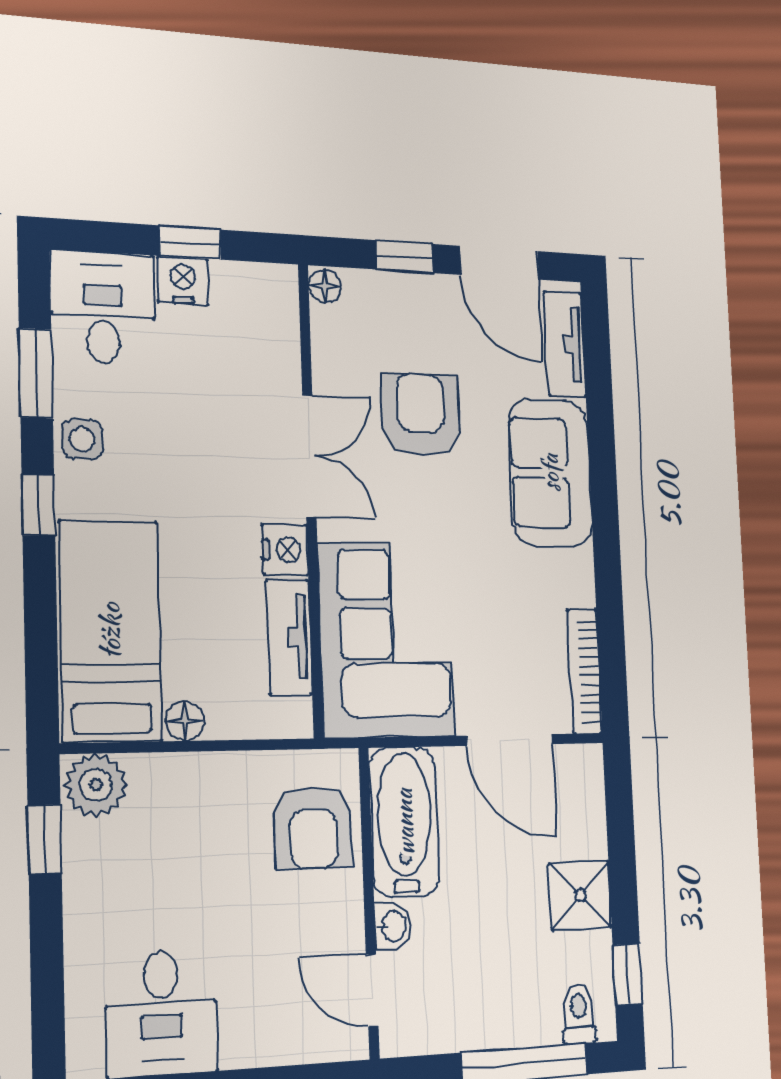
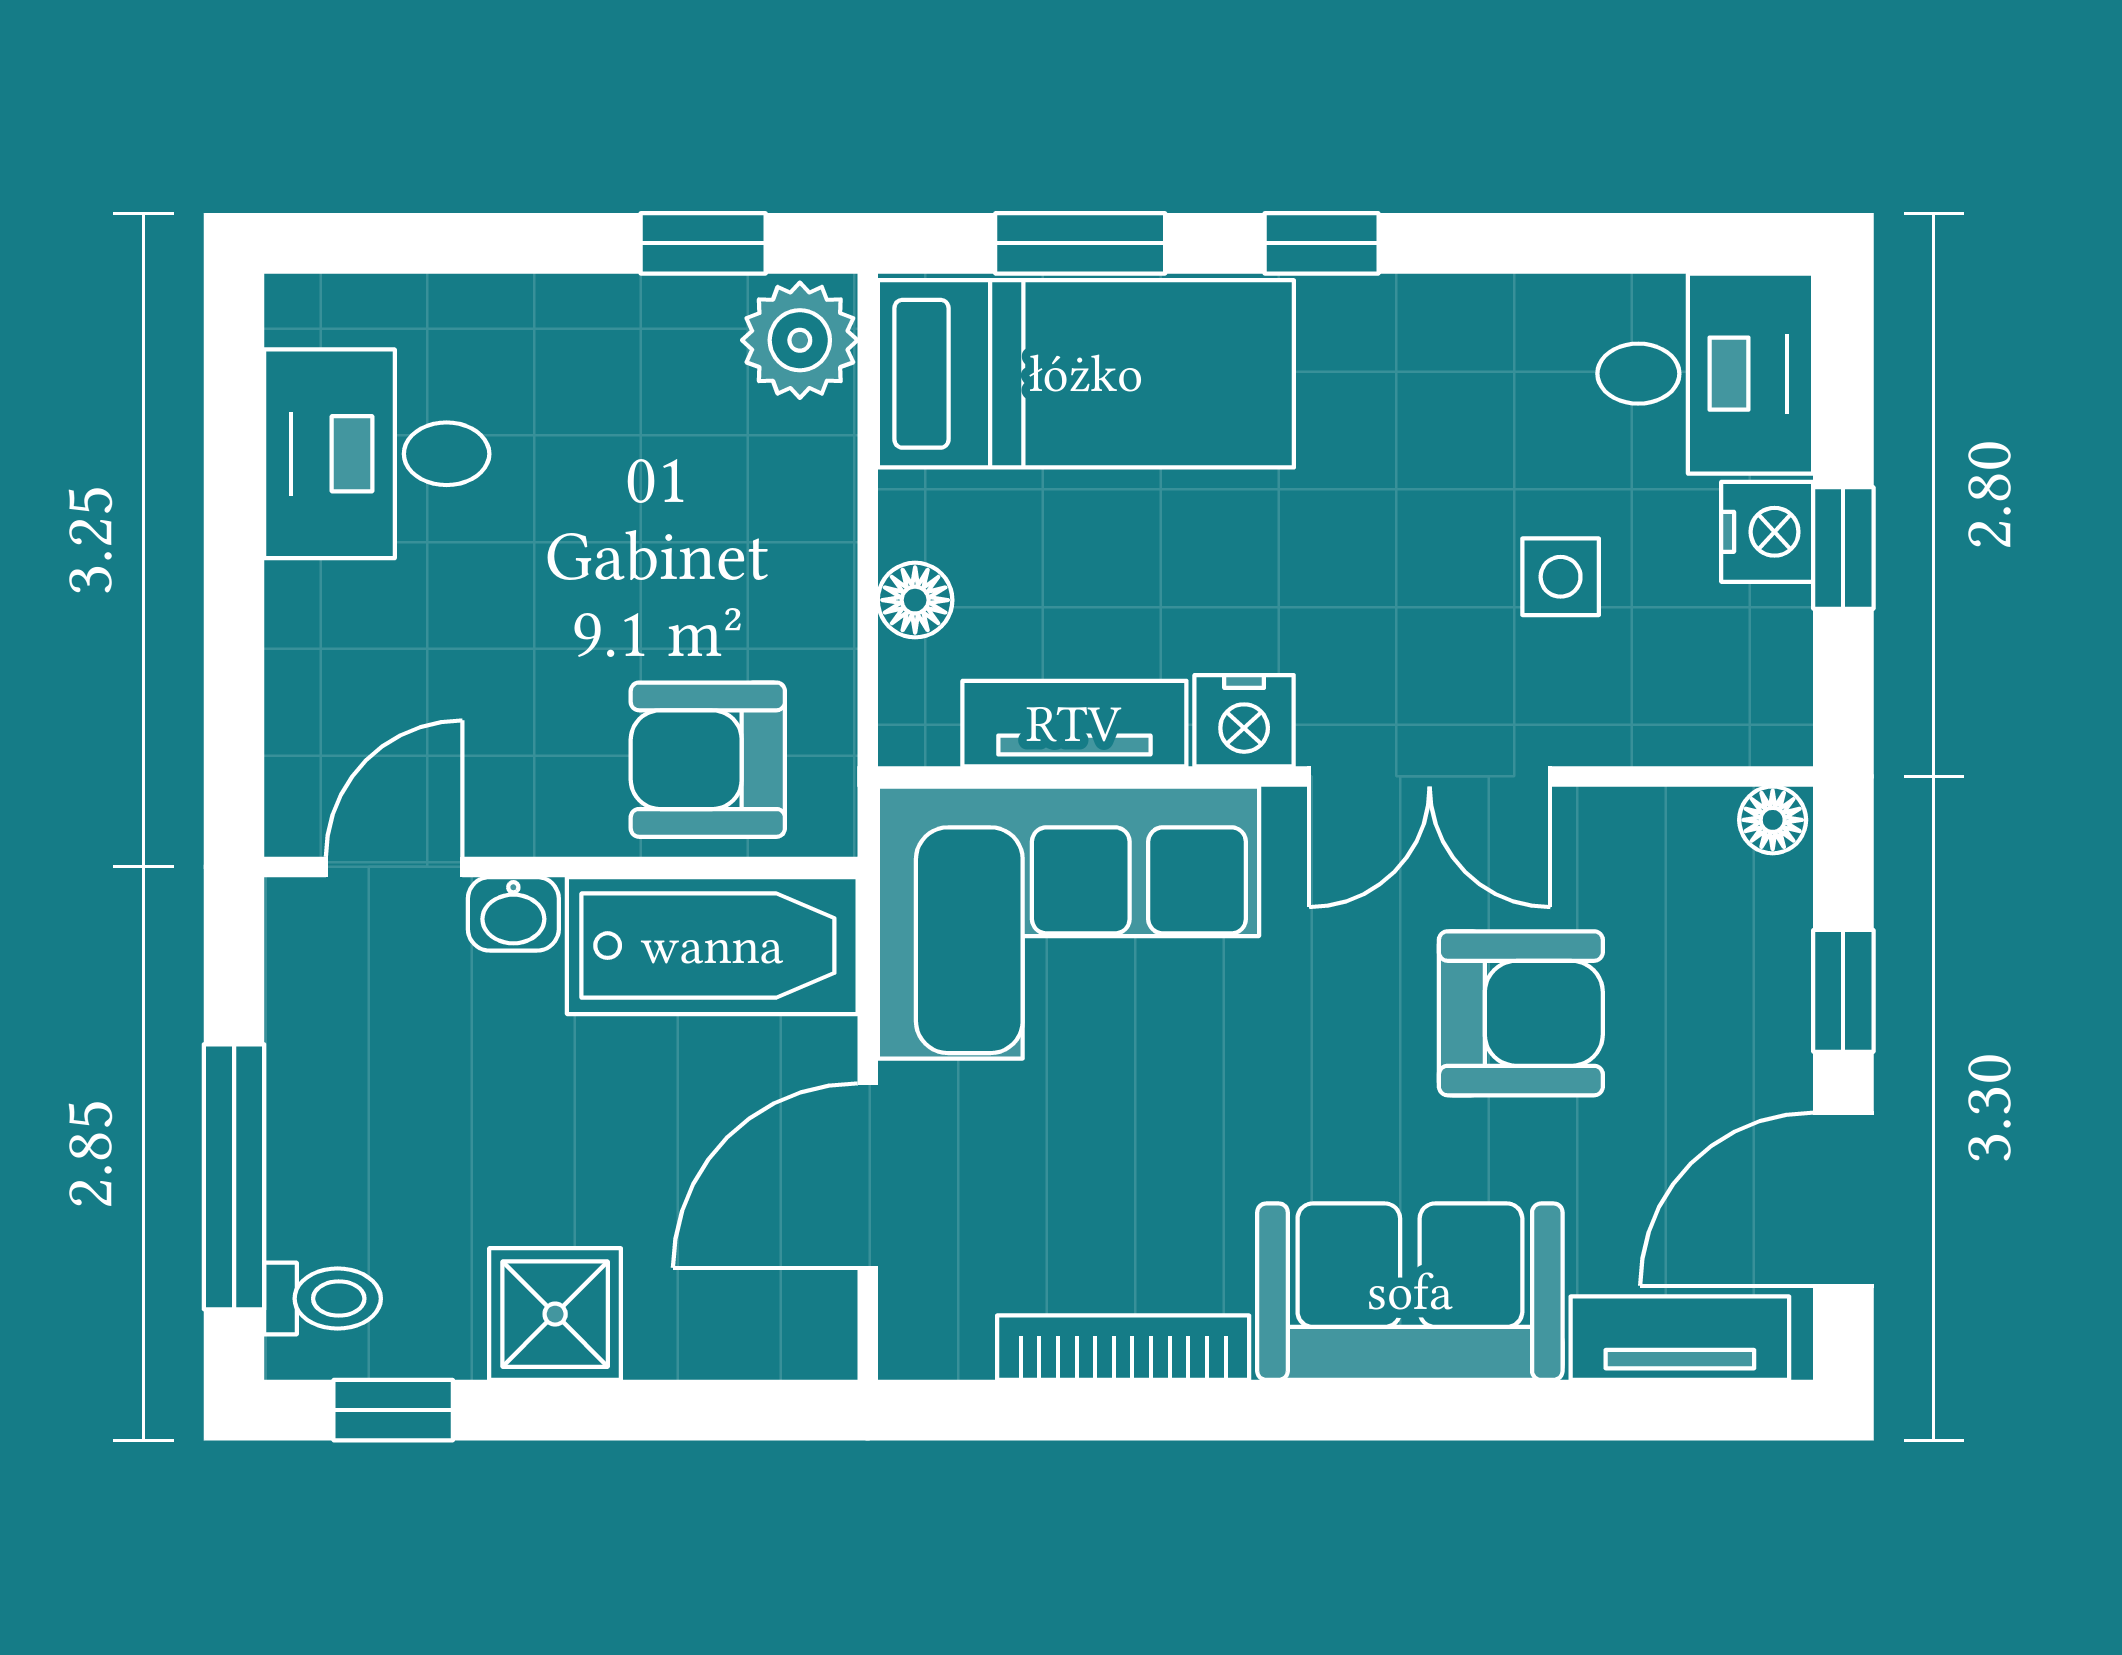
window: (36, 373) -> (1080, 243), moved
side table: (82, 439) -> (1561, 577), moved
bookcase: (585, 671) -> (1123, 1348), moved
floor lamp: (185, 721) -> (915, 600), moved

